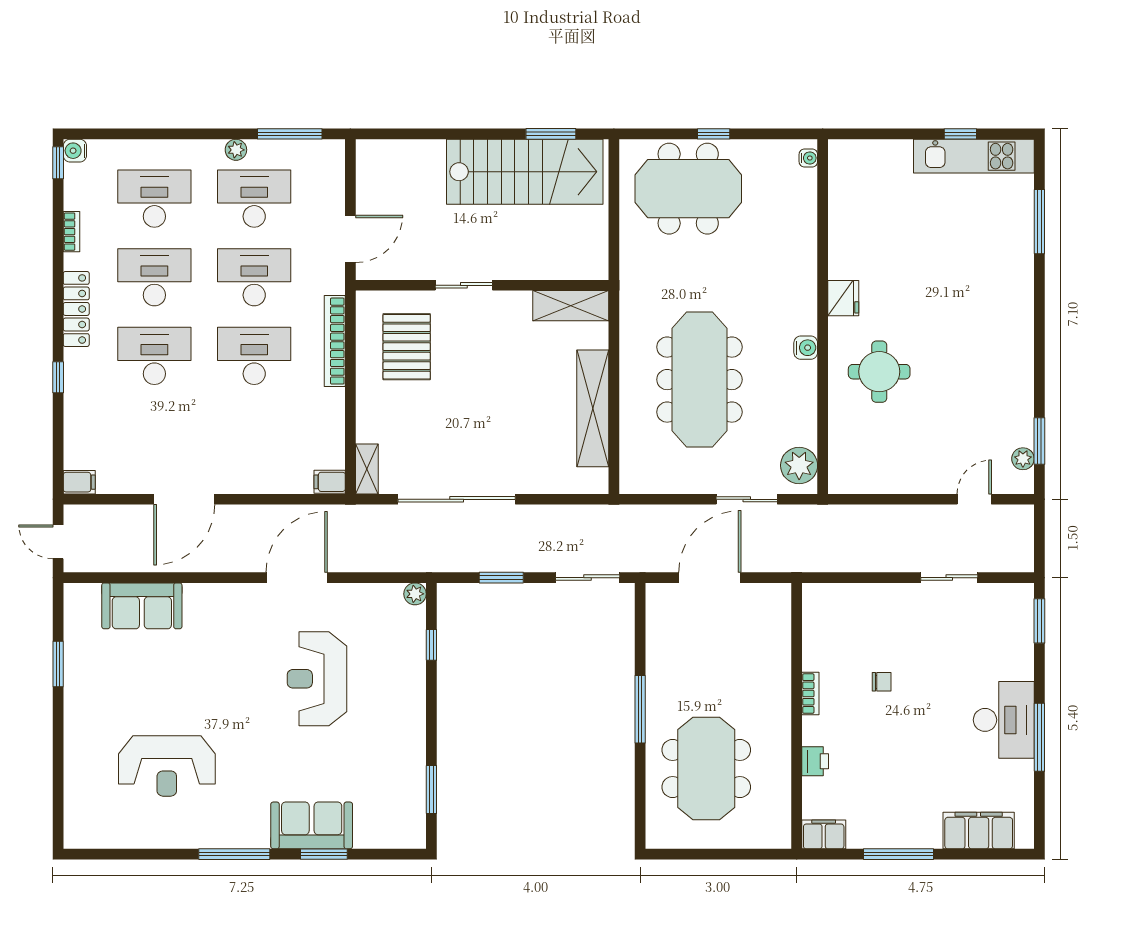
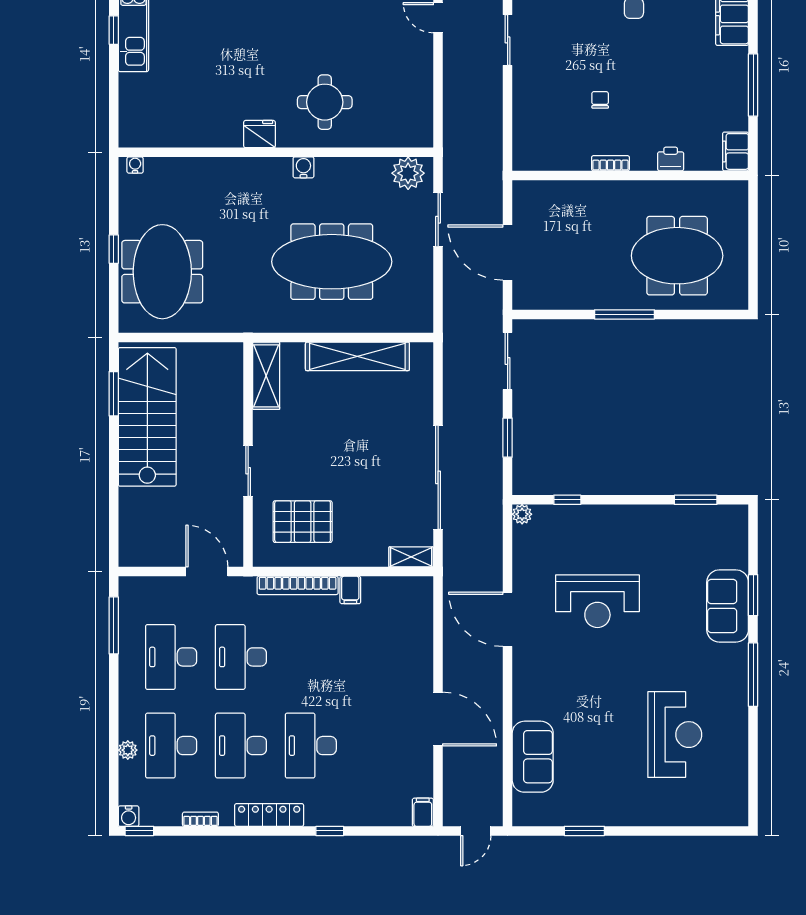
plant: (236, 150) -> (128, 750), moved
desk: (254, 356) -> (311, 657), removed
filing cabinet: (330, 482) -> (350, 590), moved

